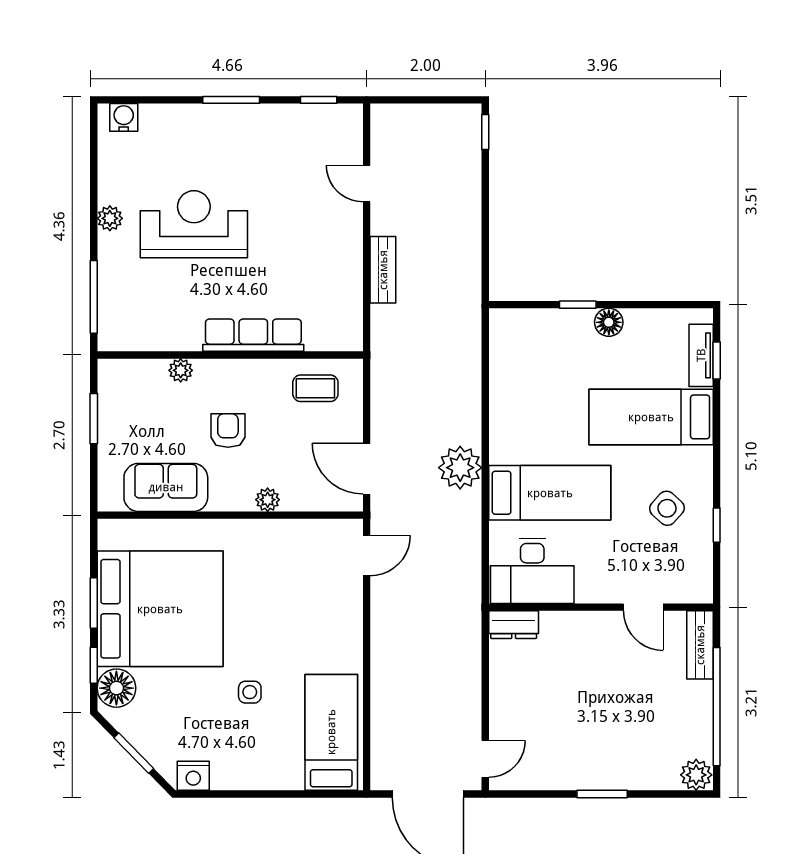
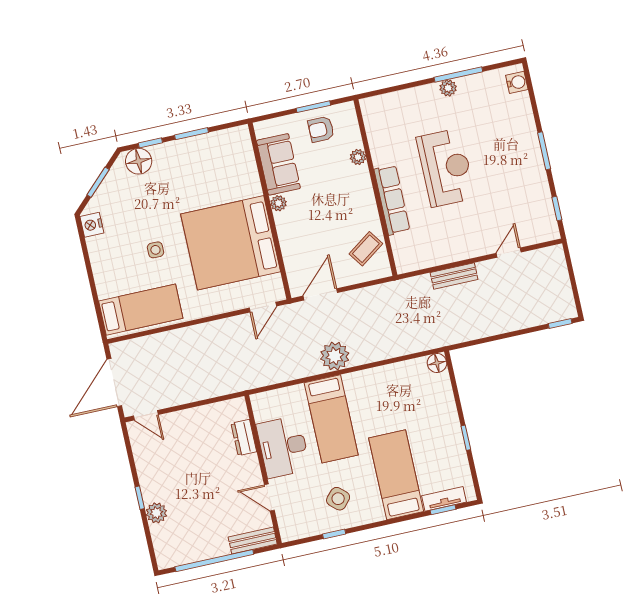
reception desk: (194, 224) -> (446, 168), moved
window: (94, 297) -> (458, 75), moved
window: (578, 305) -> (466, 438), moved
floor lamp: (609, 322) -> (437, 363), moved
coffee table: (315, 388) -> (366, 249), turned 55
armchair: (228, 431) -> (321, 129), moved, turned 180
plant: (268, 500) -> (278, 203), moved
door: (367, 556) -> (263, 307), hinge flipped
desk: (532, 571) -> (283, 447), moved
door: (643, 607) -> (269, 497), hinge flipped
bed: (160, 609) -> (231, 243), moved, turned 90
dresser: (514, 625) -> (244, 438), moved
plant: (696, 775) -> (156, 513), moved
window: (602, 794) -> (140, 498), width x0.67

